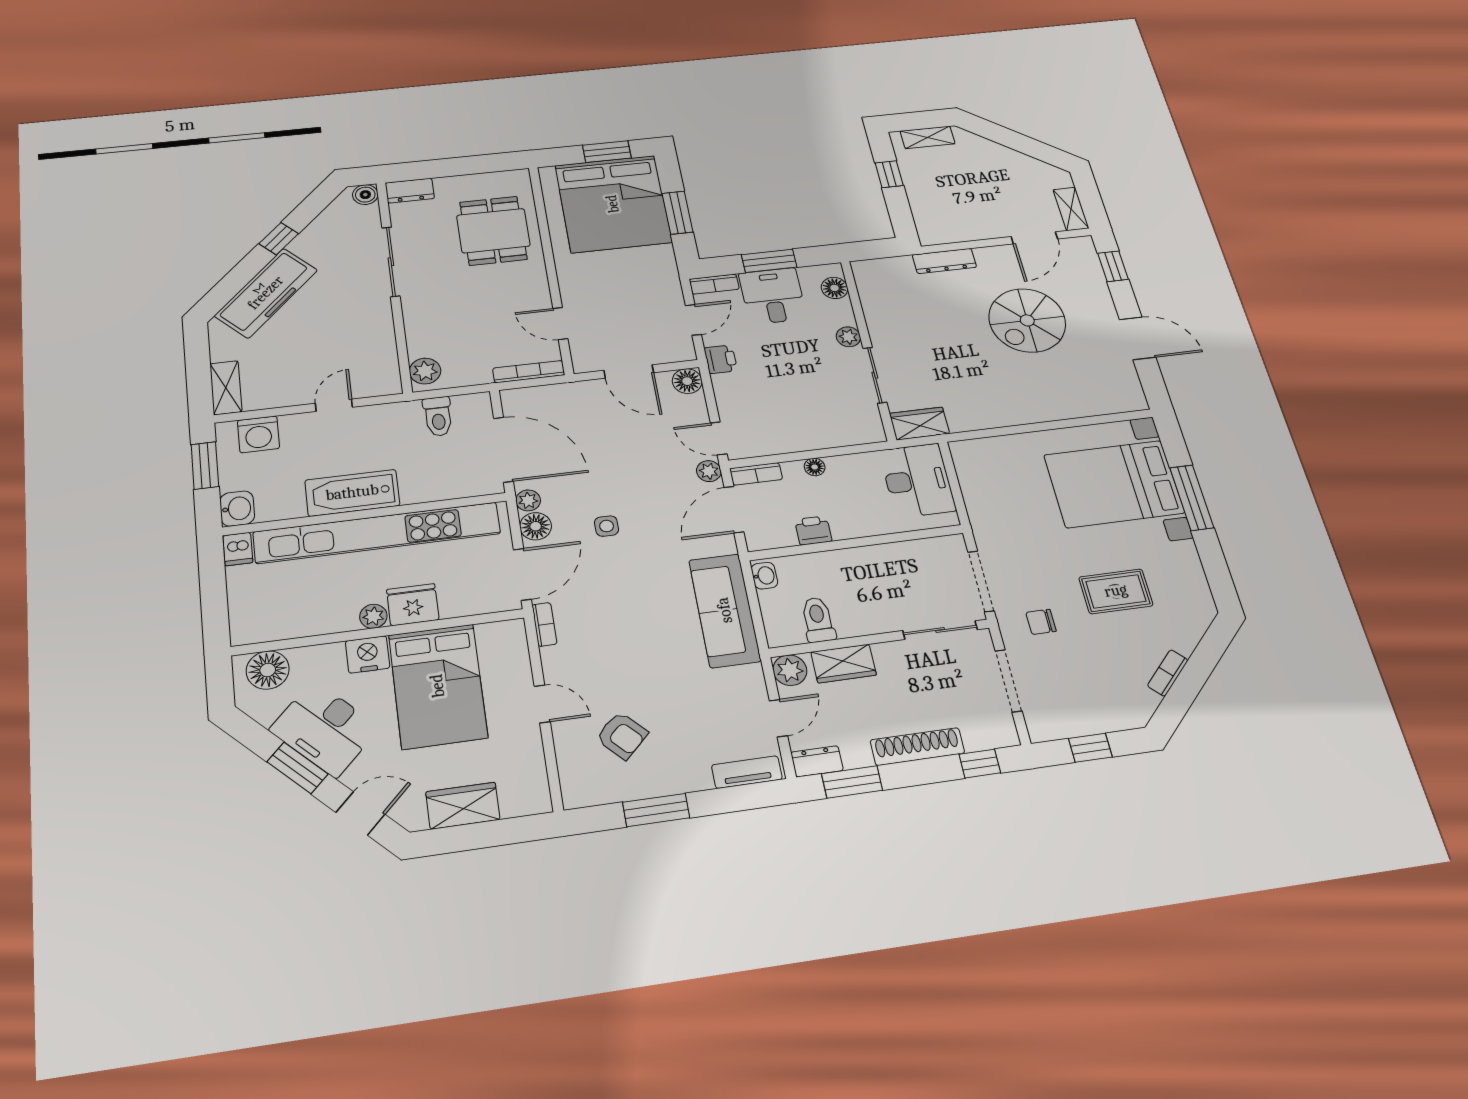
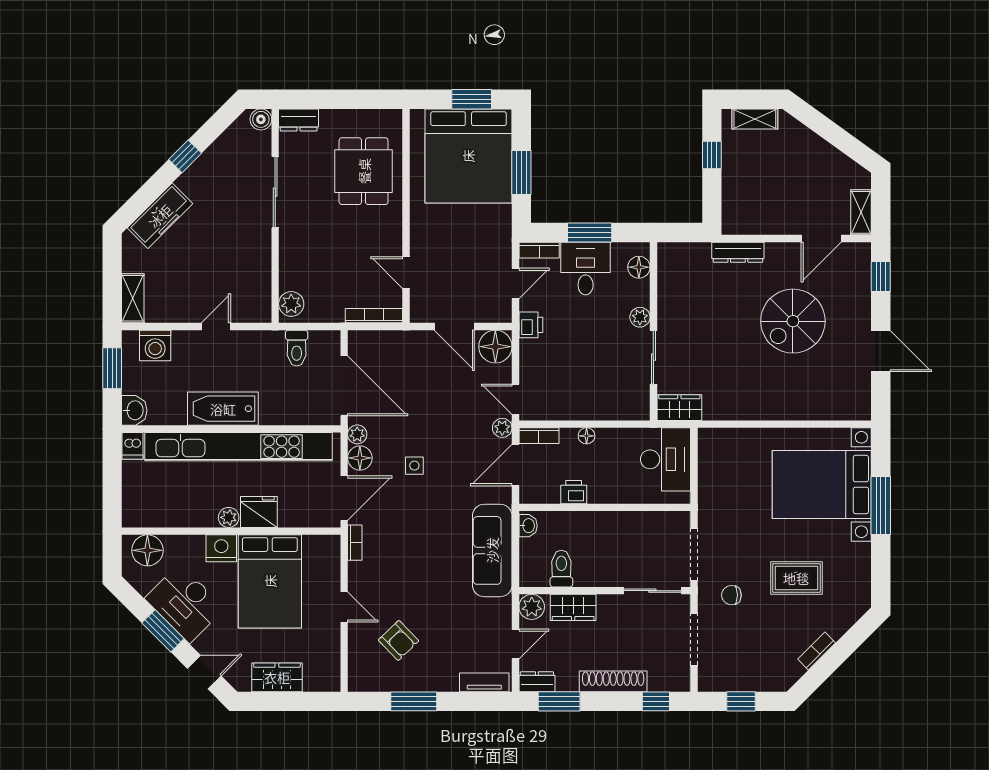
freezer: (266, 293) -> (160, 216), width x0.73, depth x0.79
floor lamp: (687, 381) -> (495, 347), width x1.38, depth x1.38

